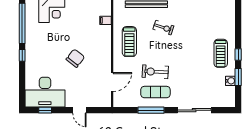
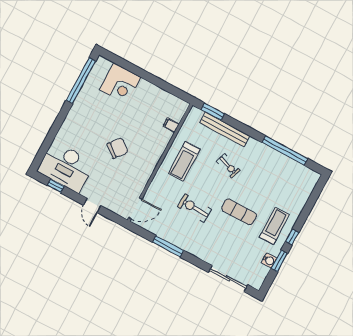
treadmill: (221, 53) -> (274, 226), turned 180
window: (22, 55) -> (63, 115), removed
door: (112, 82) -> (135, 208), moved
exercise mat: (155, 92) -> (239, 212), moved
sliding door: (194, 110) -> (228, 279), moved

